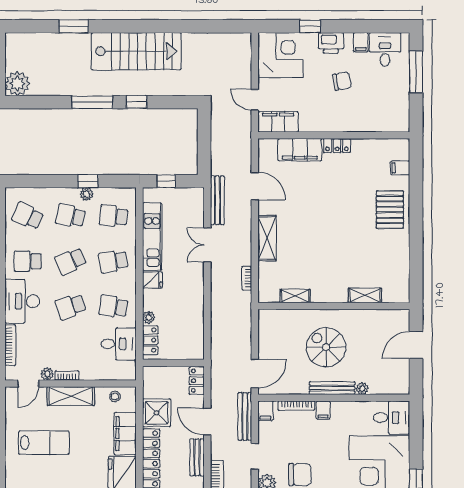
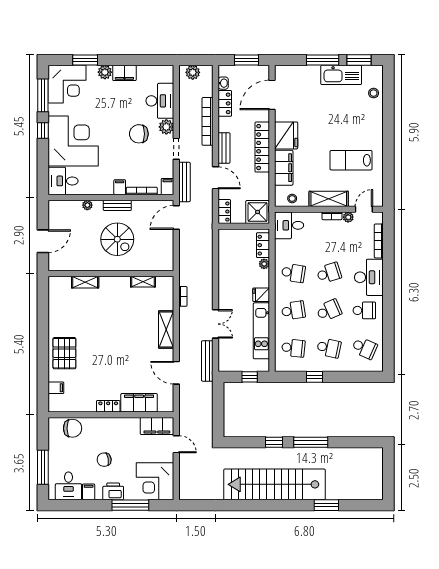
window: (310, 26) -> (130, 505), width x2.17
stairs: (136, 51) -> (274, 484), width x1.36
plant: (17, 83) -> (373, 458), removed
chair: (380, 119) -> (73, 428), added
plant: (87, 194) -> (316, 366), removed
desk: (119, 344) -> (289, 225), moved
bench: (332, 388) -> (117, 205), width x0.73
shower: (157, 413) -> (258, 212), moved

